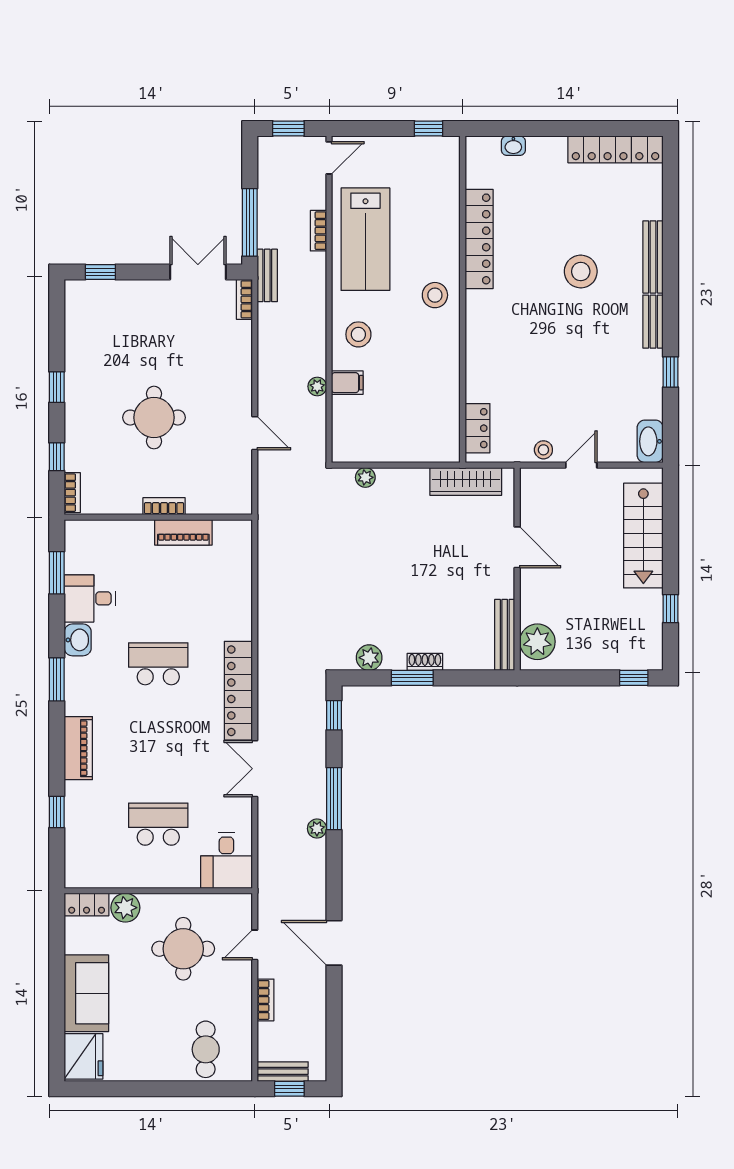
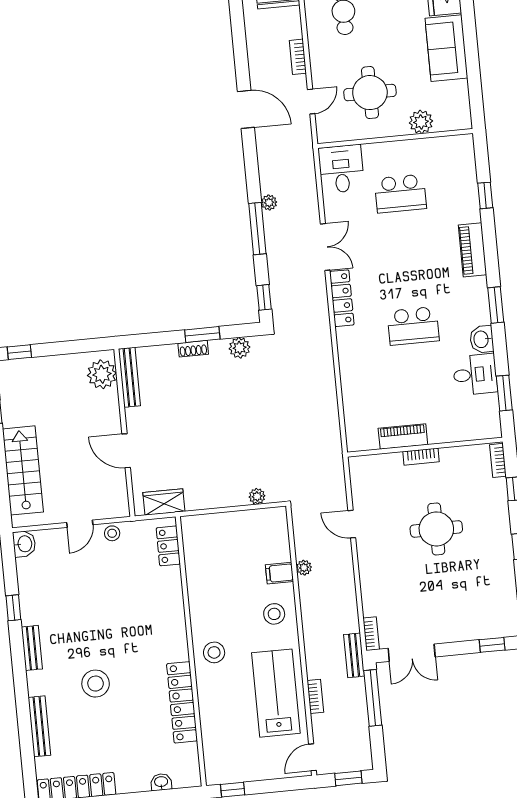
bench: (653, 257) -> (39, 726), moved
washbasin: (650, 441) -> (24, 544), width x0.72
wardrobe: (466, 481) -> (164, 502), width x0.67
locker: (238, 691) -> (342, 298), width x0.71, depth x0.83
locker: (87, 905) -> (453, 121), removed

